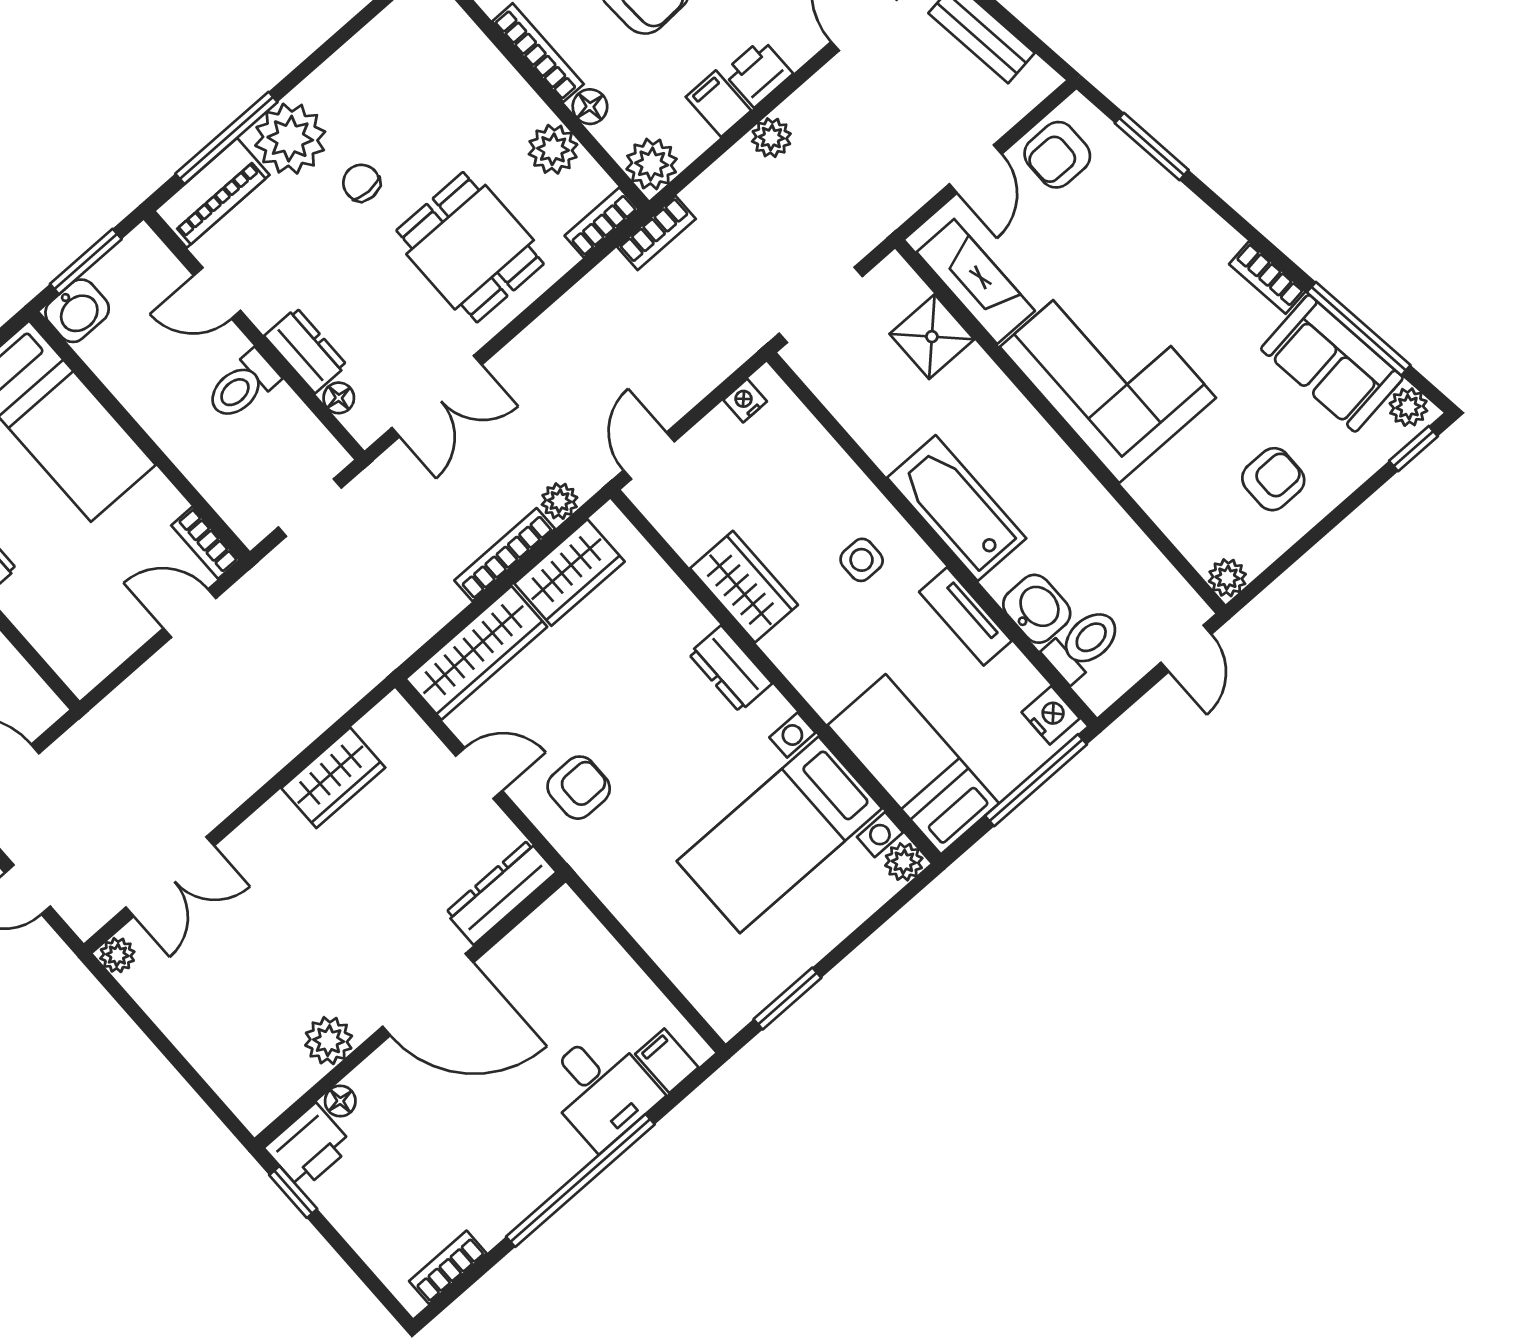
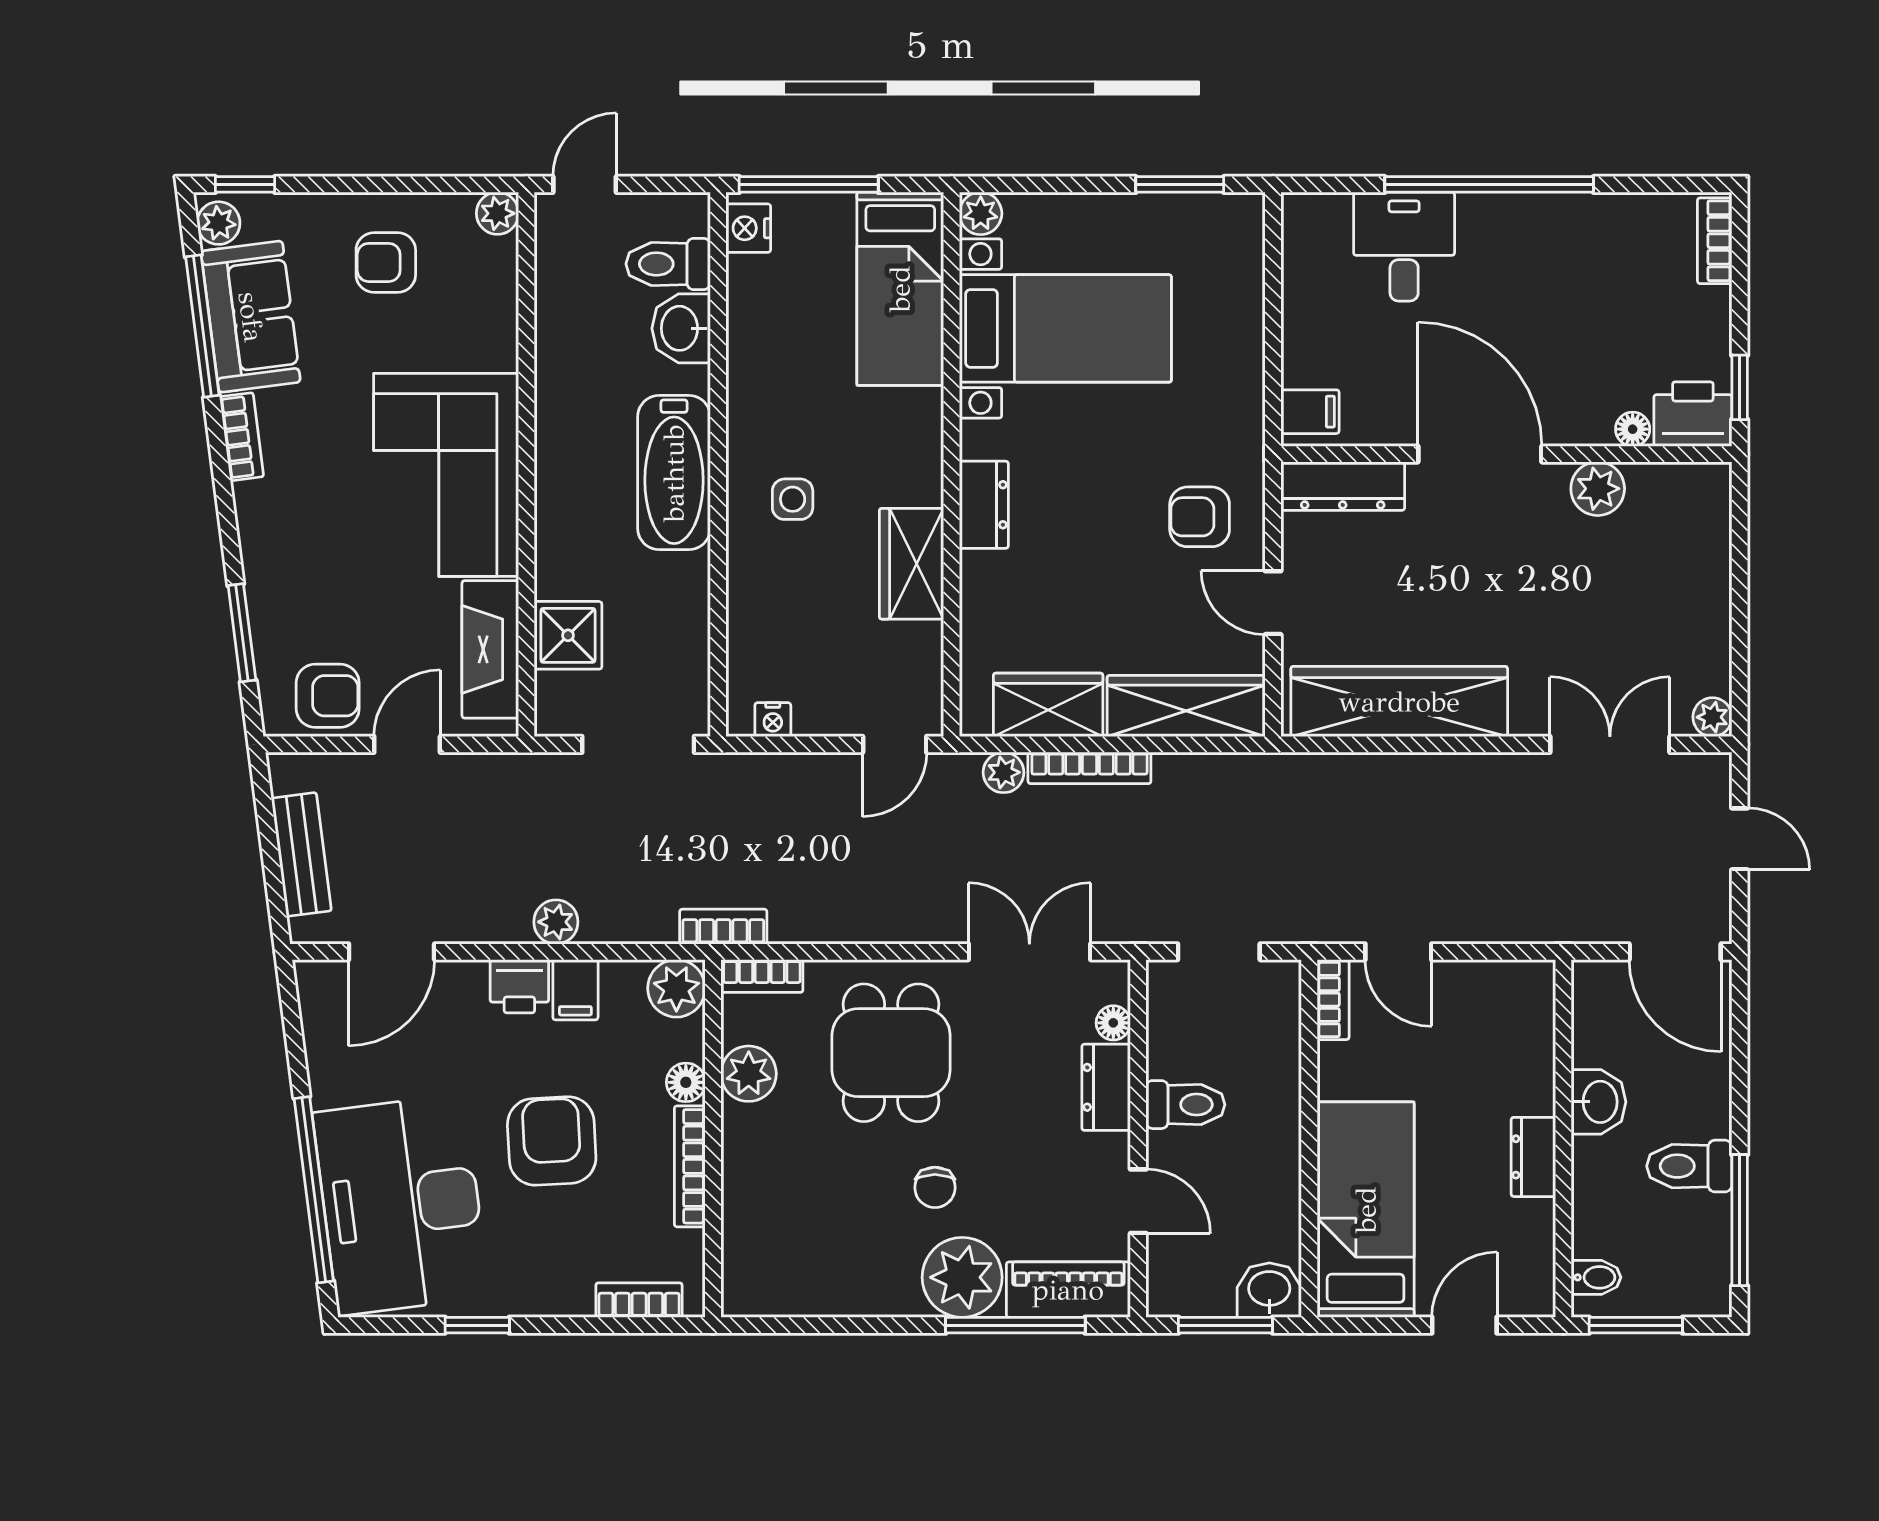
tv unit: (965, 616) -> (747, 375), removed
wardrobe: (333, 778) -> (1399, 702), width x2.10, depth x1.17
filing cabinet: (667, 1061) -> (1310, 412), moved, turned -90
bookcase: (448, 1267) -> (1715, 241), moved, turned 90

